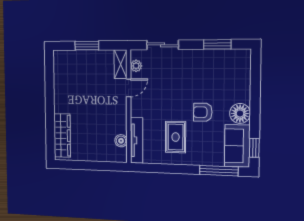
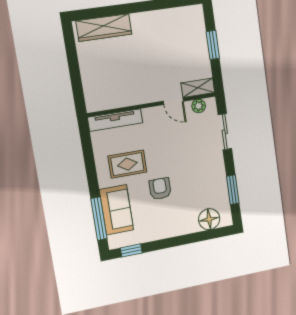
floor lamp: (240, 113) -> (209, 219), moved
boiler: (121, 141) -> (111, 102), removed
sofa: (237, 146) -> (116, 210), moved, turned 90

